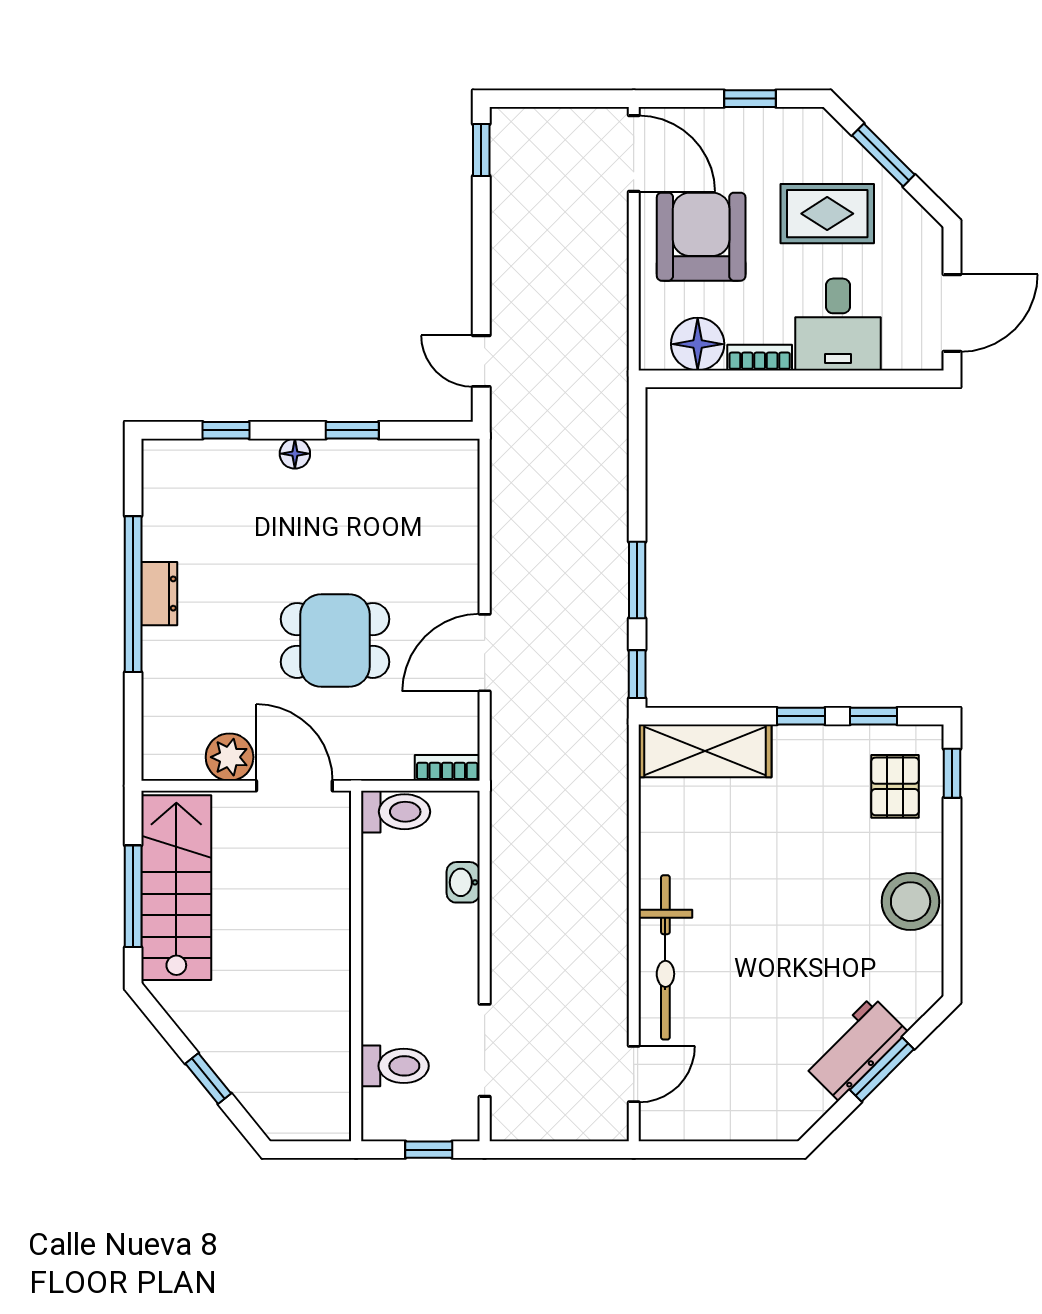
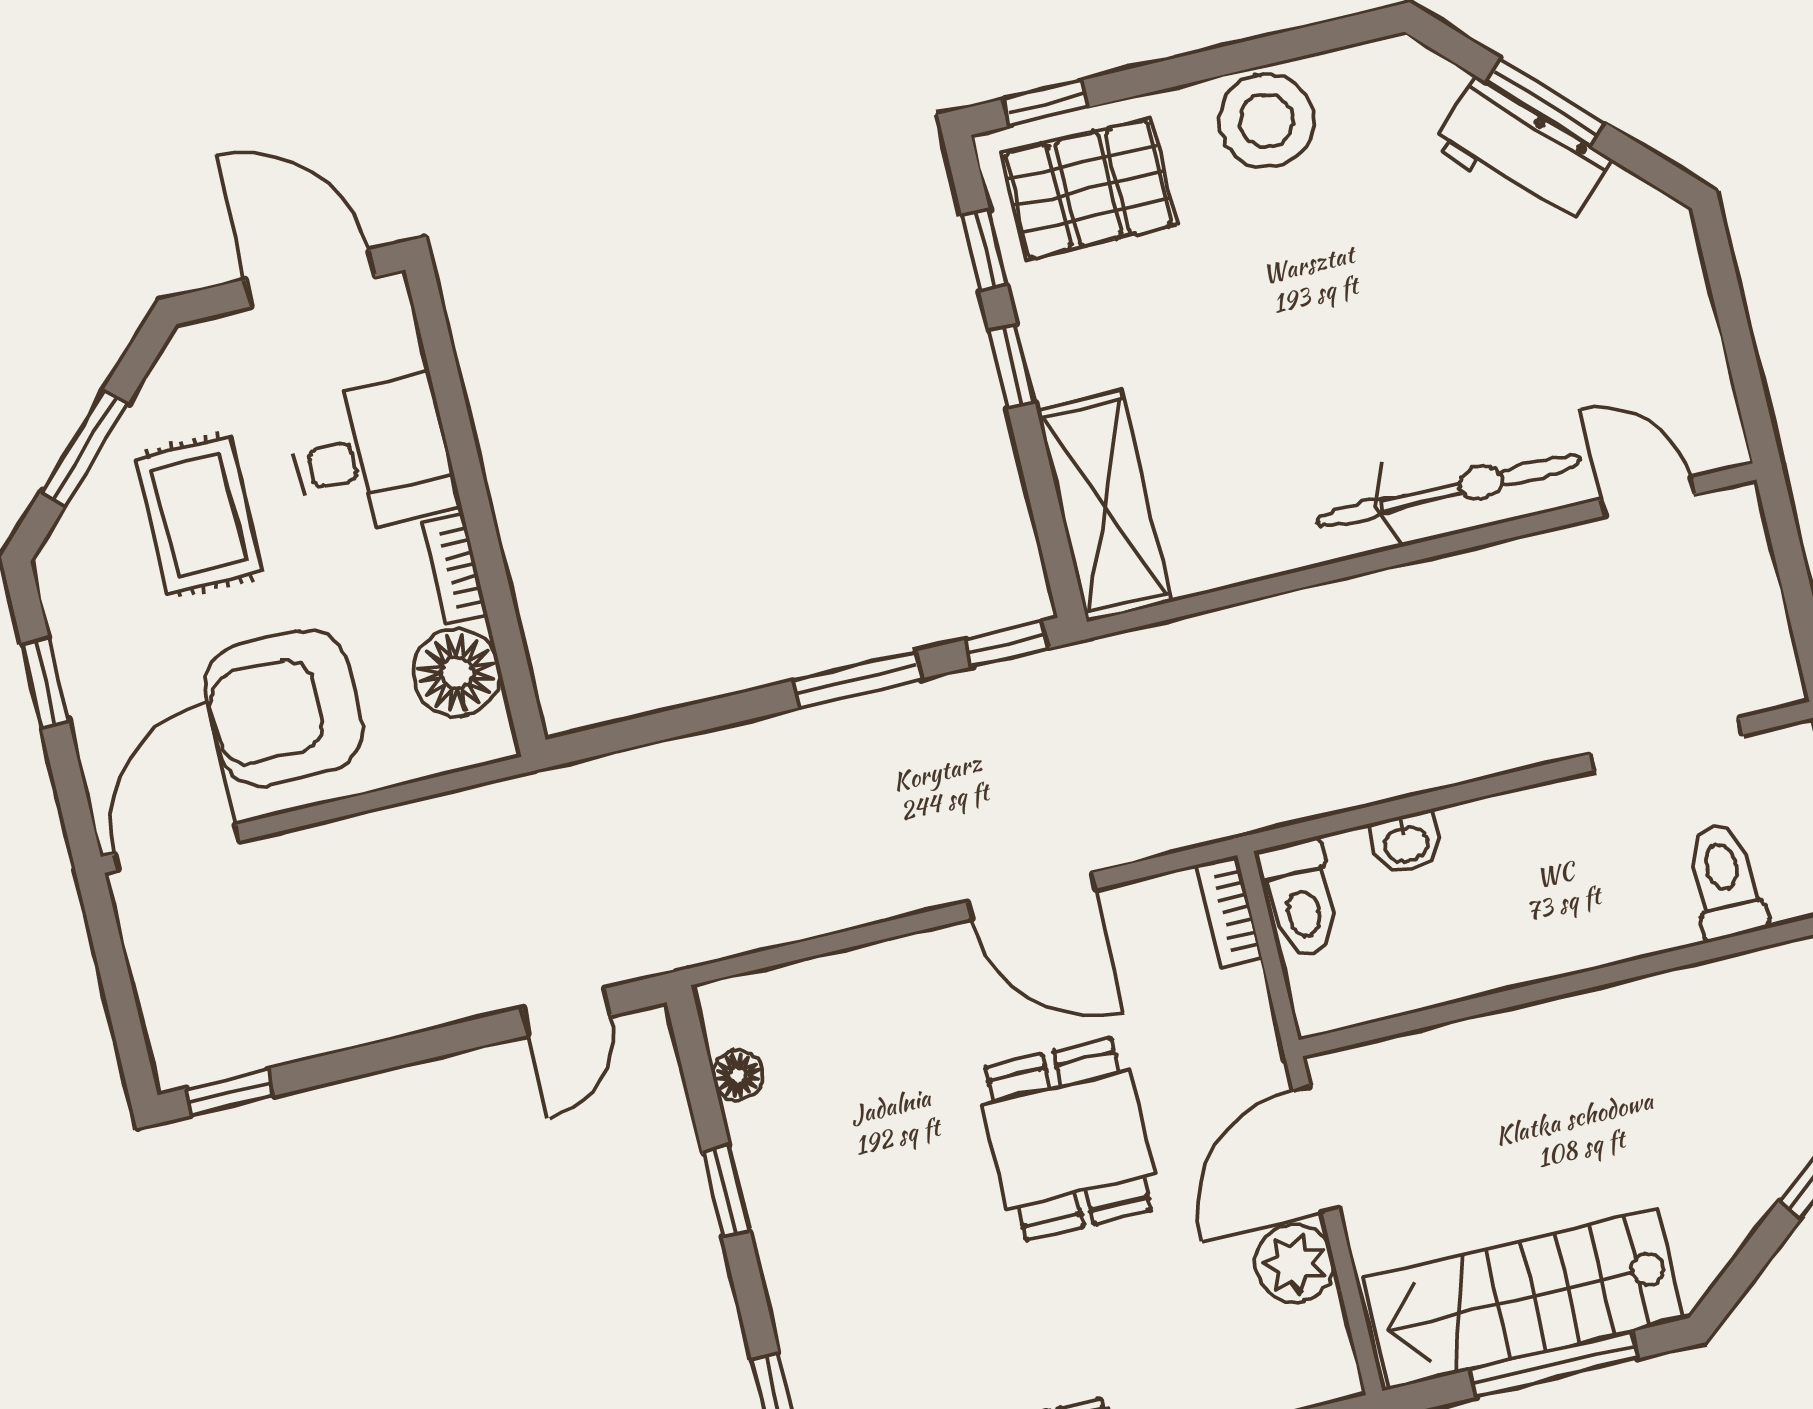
floor lamp: (295, 454) -> (738, 1075), moved
pallet: (895, 786) -> (1088, 189), width x1.50, depth x1.42
toilet: (396, 812) -> (1300, 898), moved, turned 180

